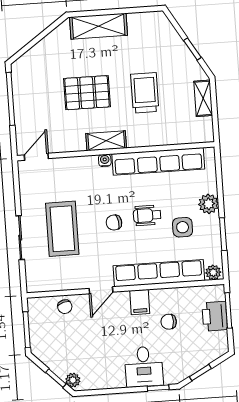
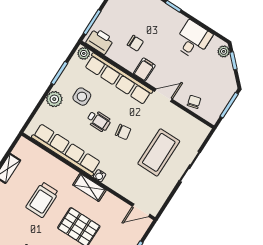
printer: (215, 316) -> (100, 41), moved, turned -90
desk: (144, 367) -> (193, 40), moved

